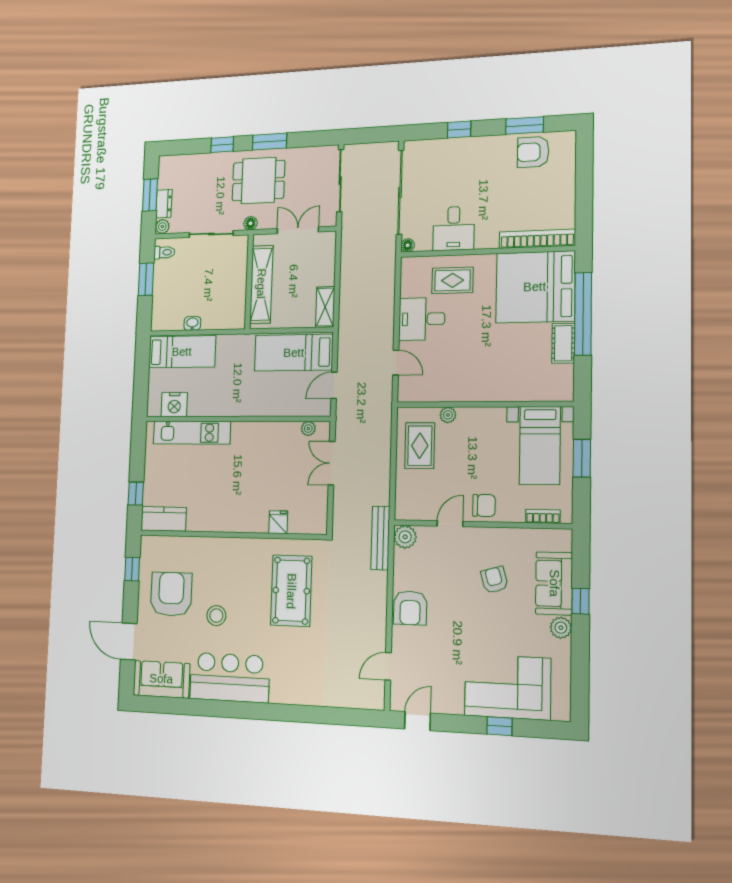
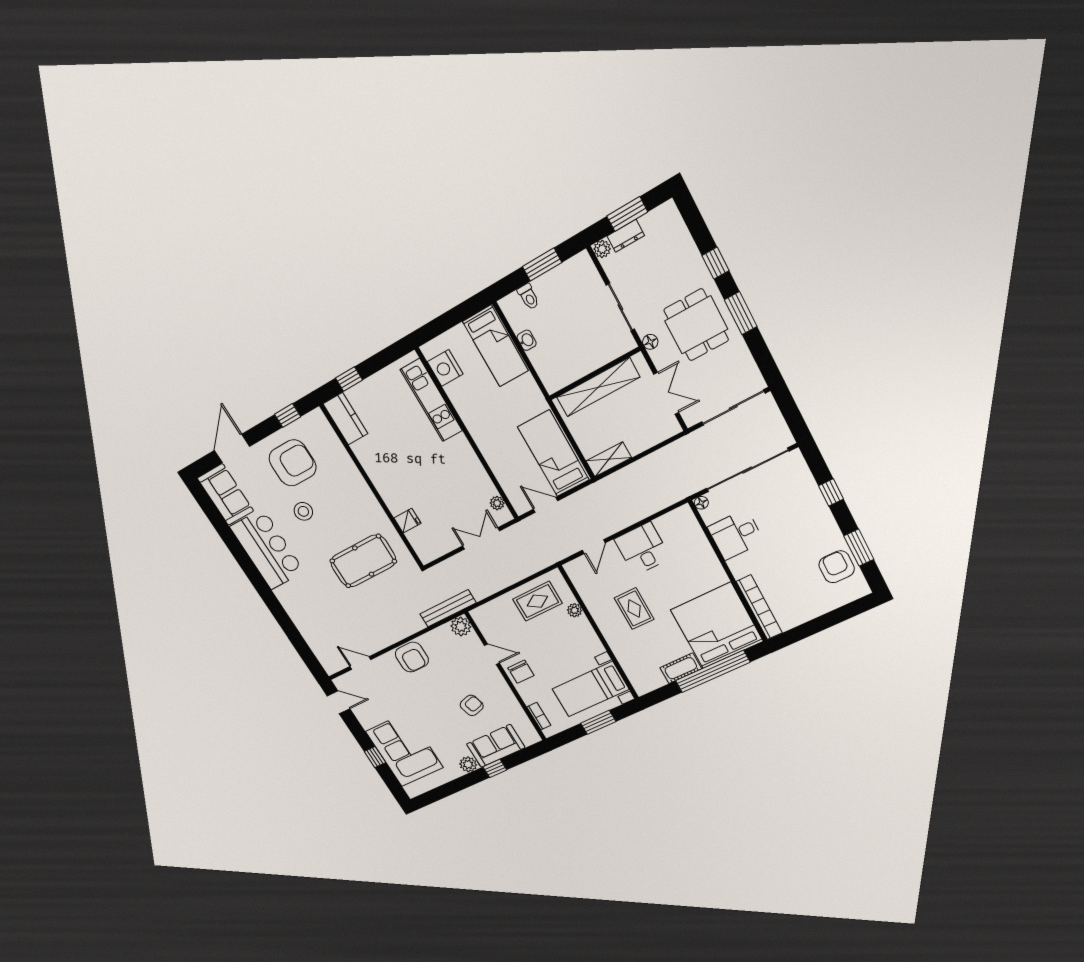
toilet: (164, 252) -> (528, 297), moved
rug: (452, 280) -> (634, 609), moved
armchair: (410, 608) -> (412, 657), turned -90

